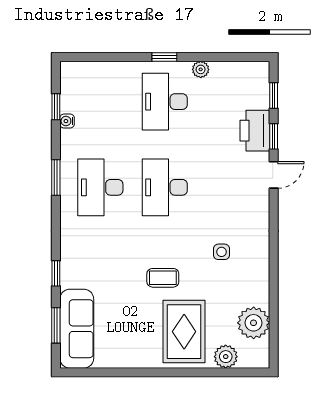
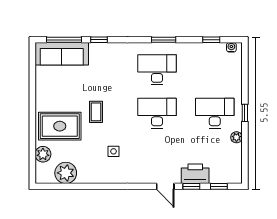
water cooler: (67, 121) -> (231, 47), moved
window: (56, 325) -> (64, 40), width x1.44

